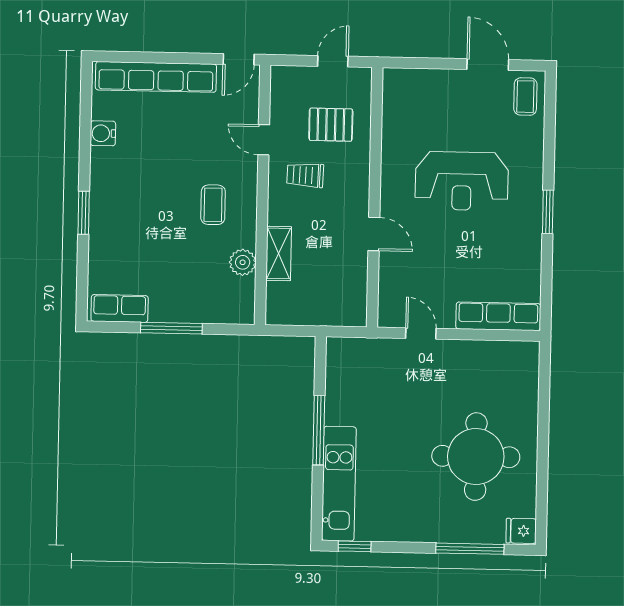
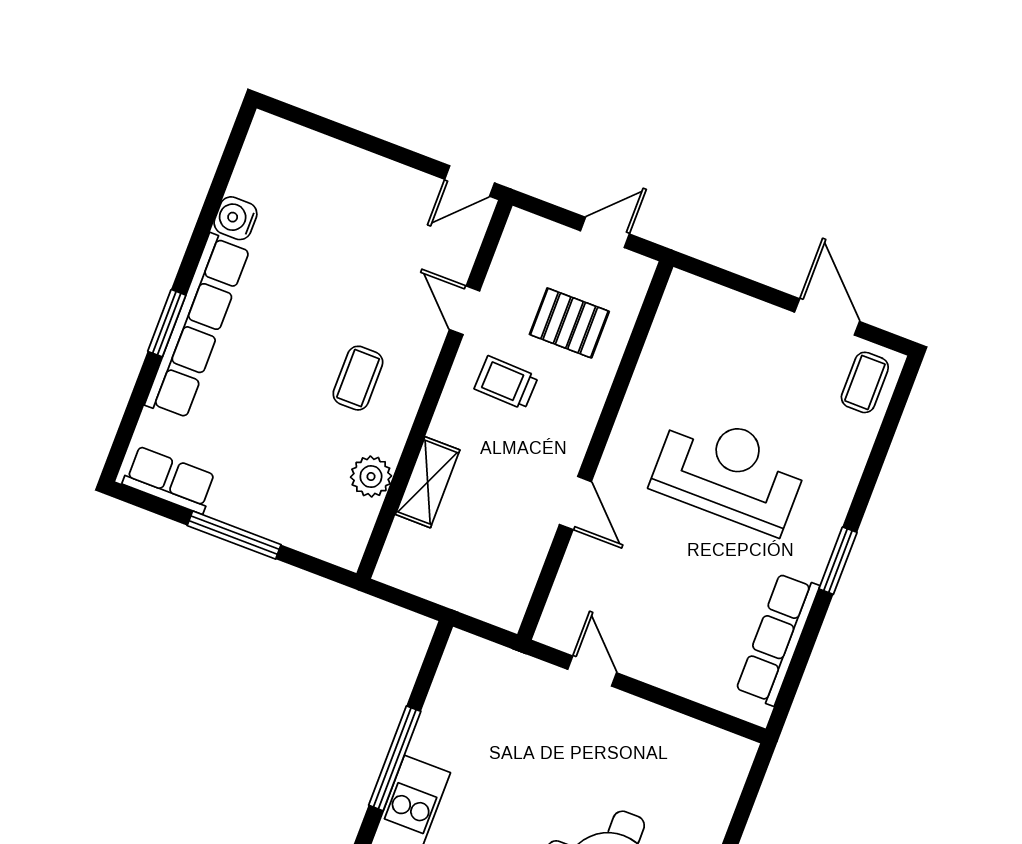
row of seats: (156, 77) -> (197, 326), moved, turned -90
reception desk: (462, 181) -> (729, 472), turned 180
row of seats: (498, 316) -> (777, 639), moved, turned -90

